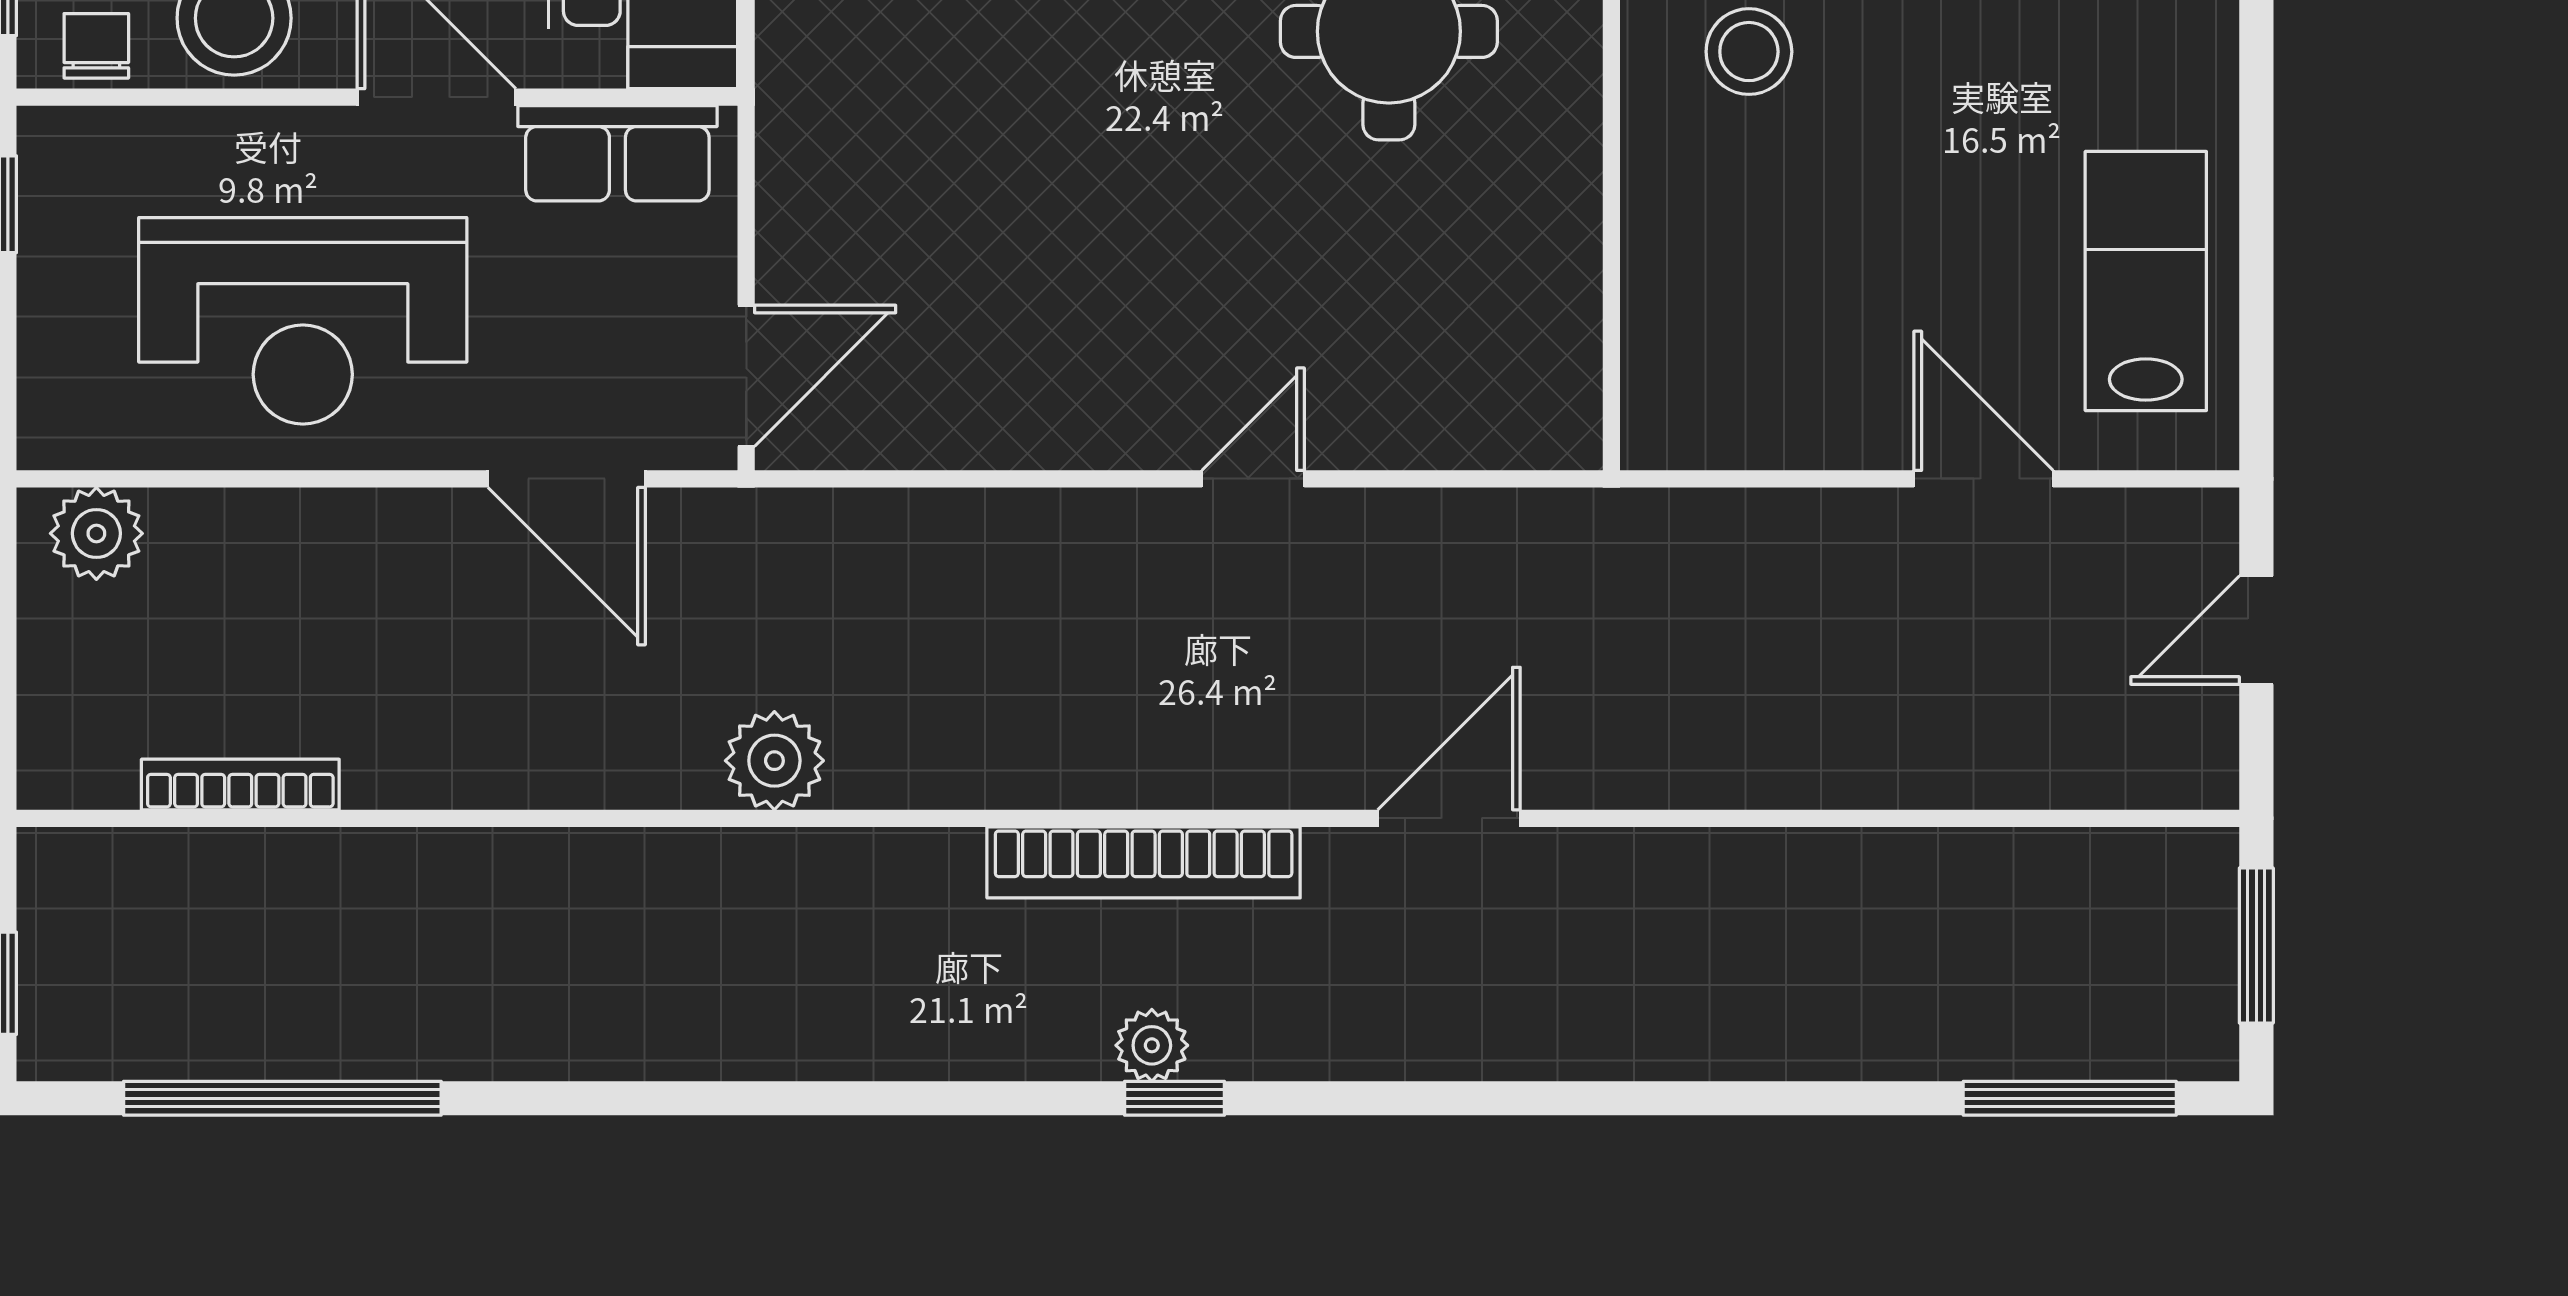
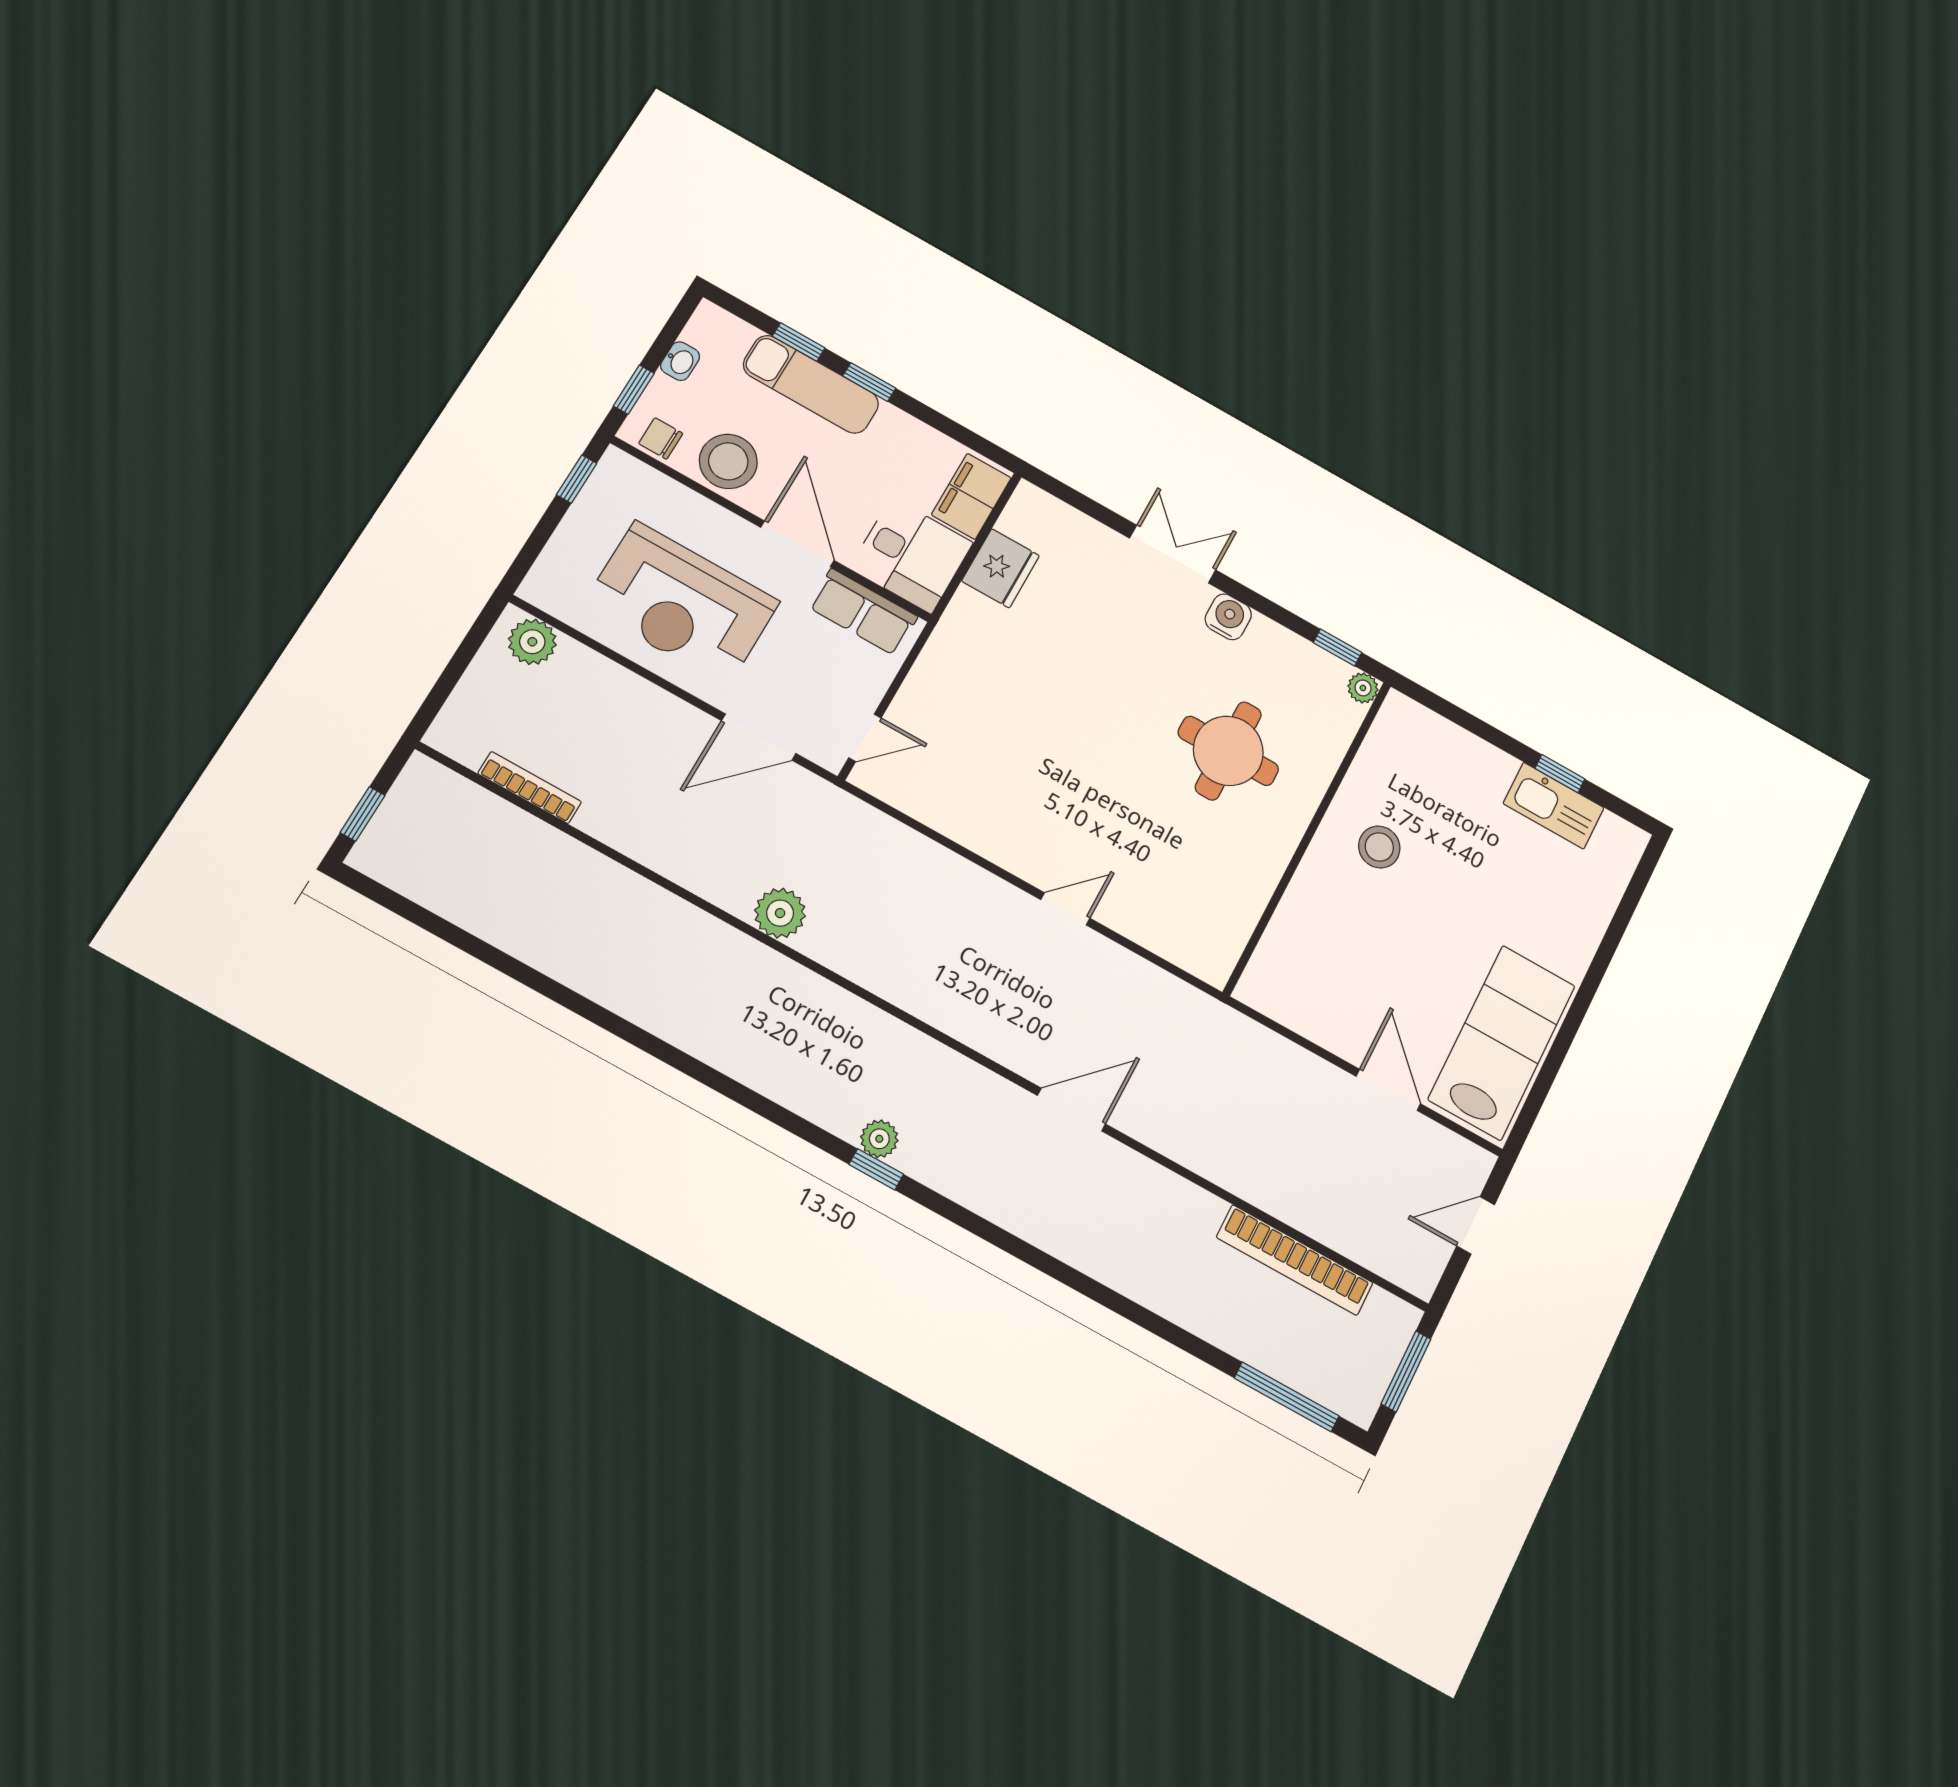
chair: (96, 46) -> (661, 438), turned -90
lab bench: (2146, 281) -> (1502, 1042), width x1.36, depth x1.39
door: (746, 376) -> (865, 738), width x0.73
door: (567, 479) -> (759, 737), hinge flipped
bookcase: (1144, 862) -> (1295, 1260), moved
window: (282, 1098) -> (462, 939), removed

